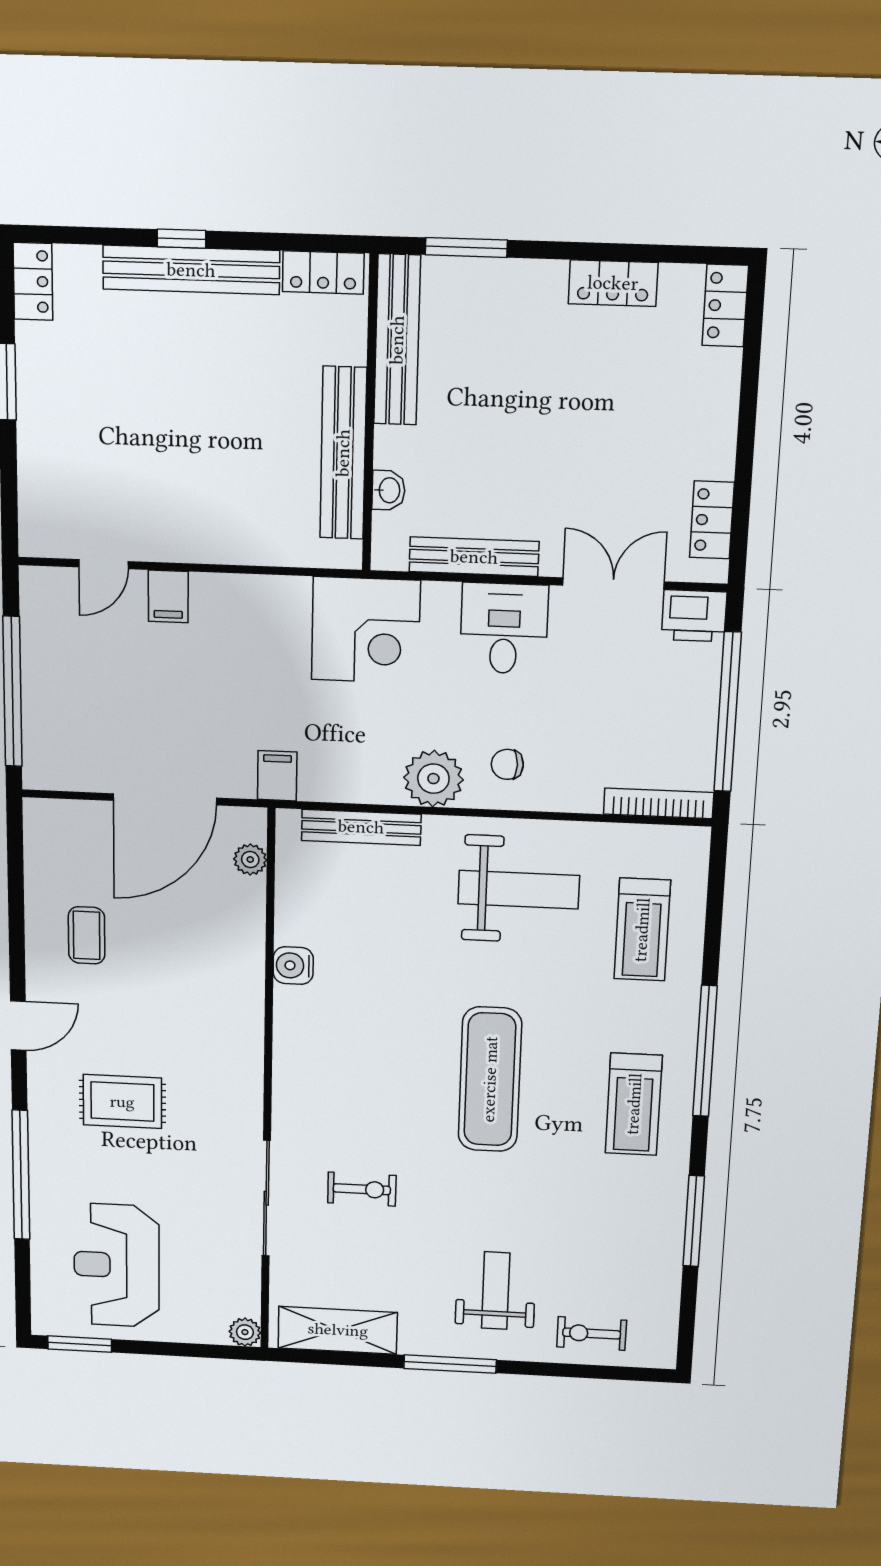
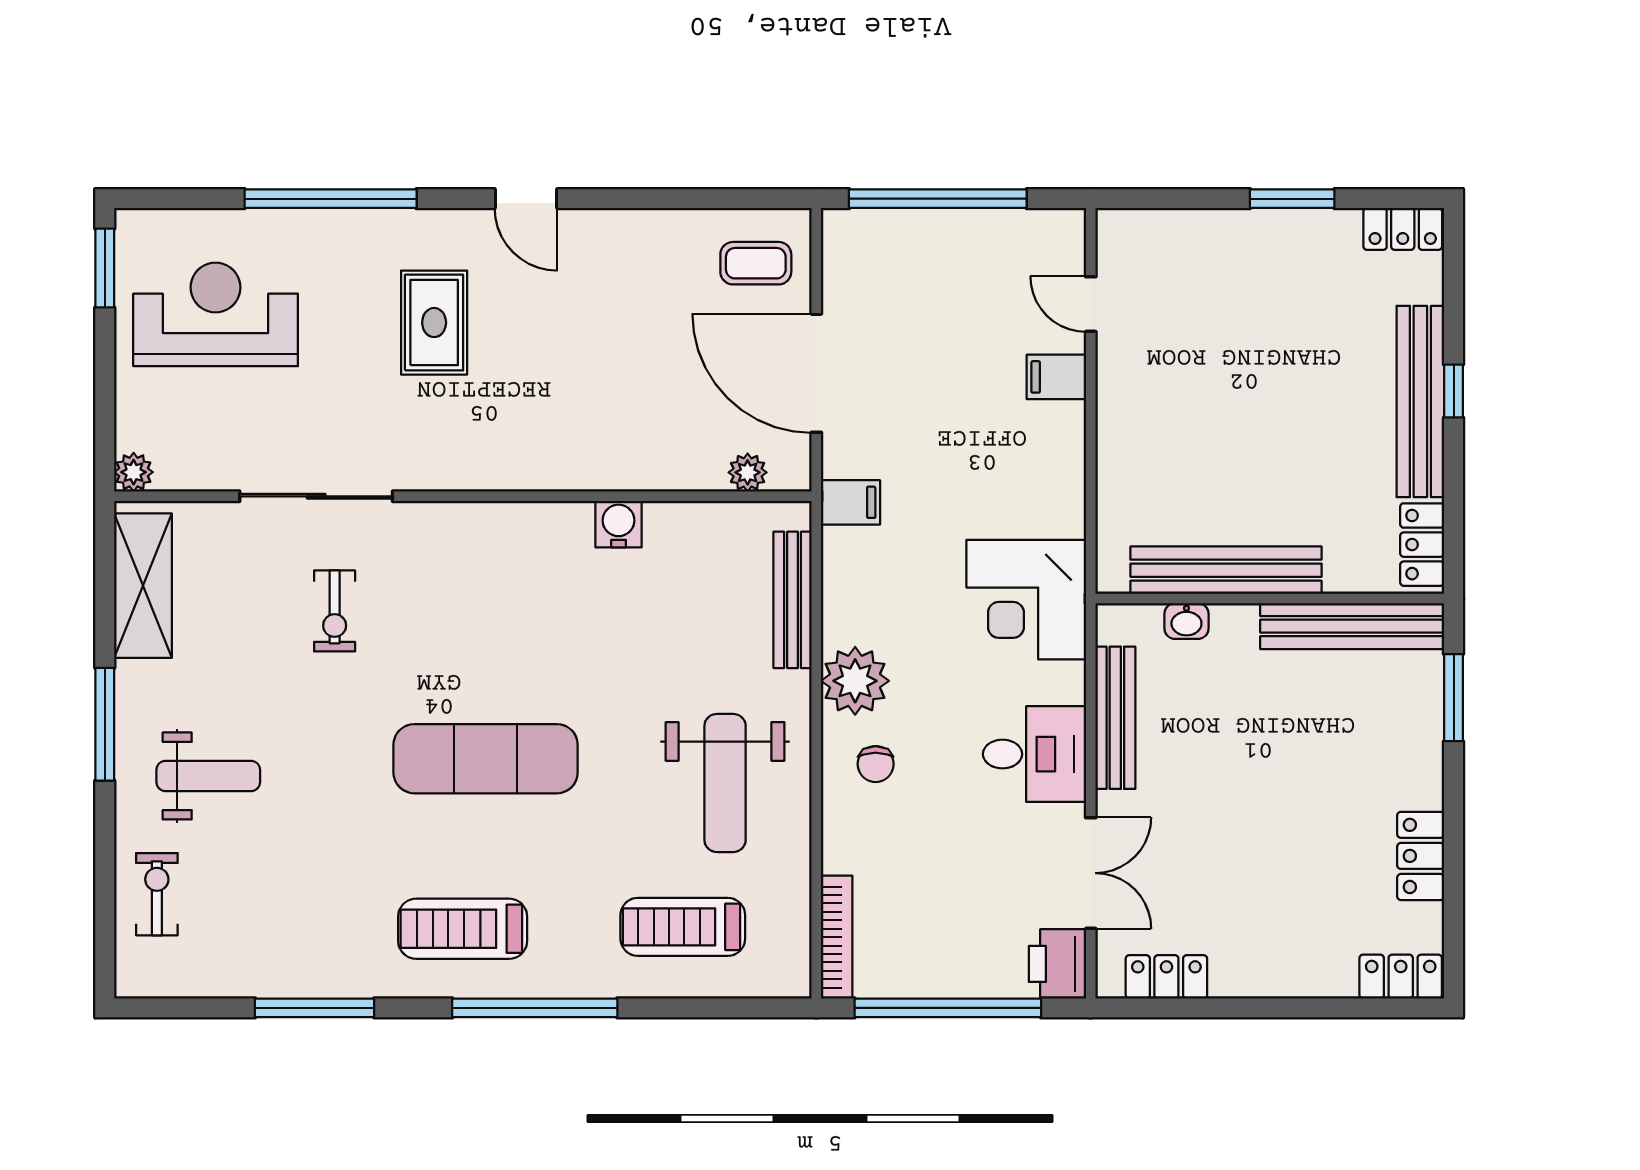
chair: (507, 764) -> (876, 764), turned 180
coffee table: (87, 935) -> (756, 263), moved

